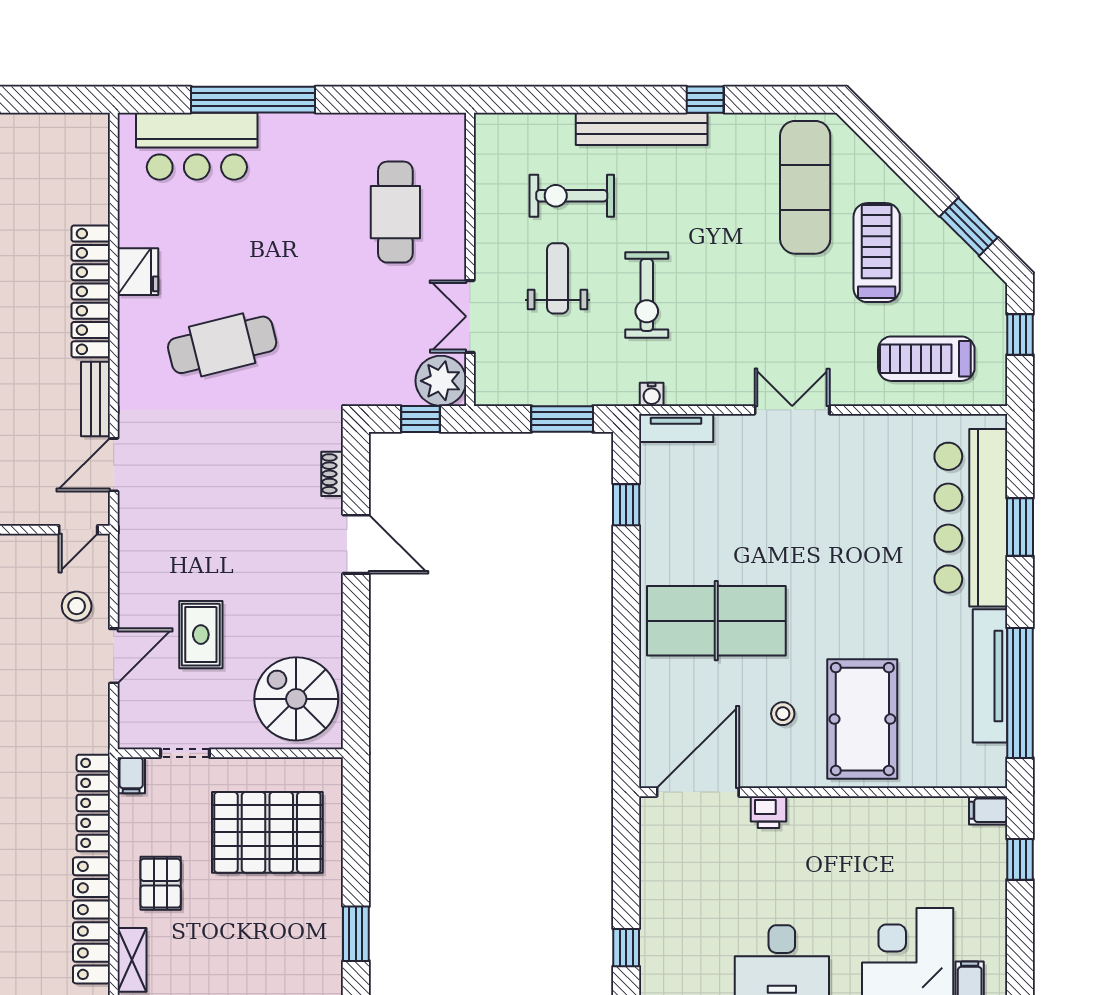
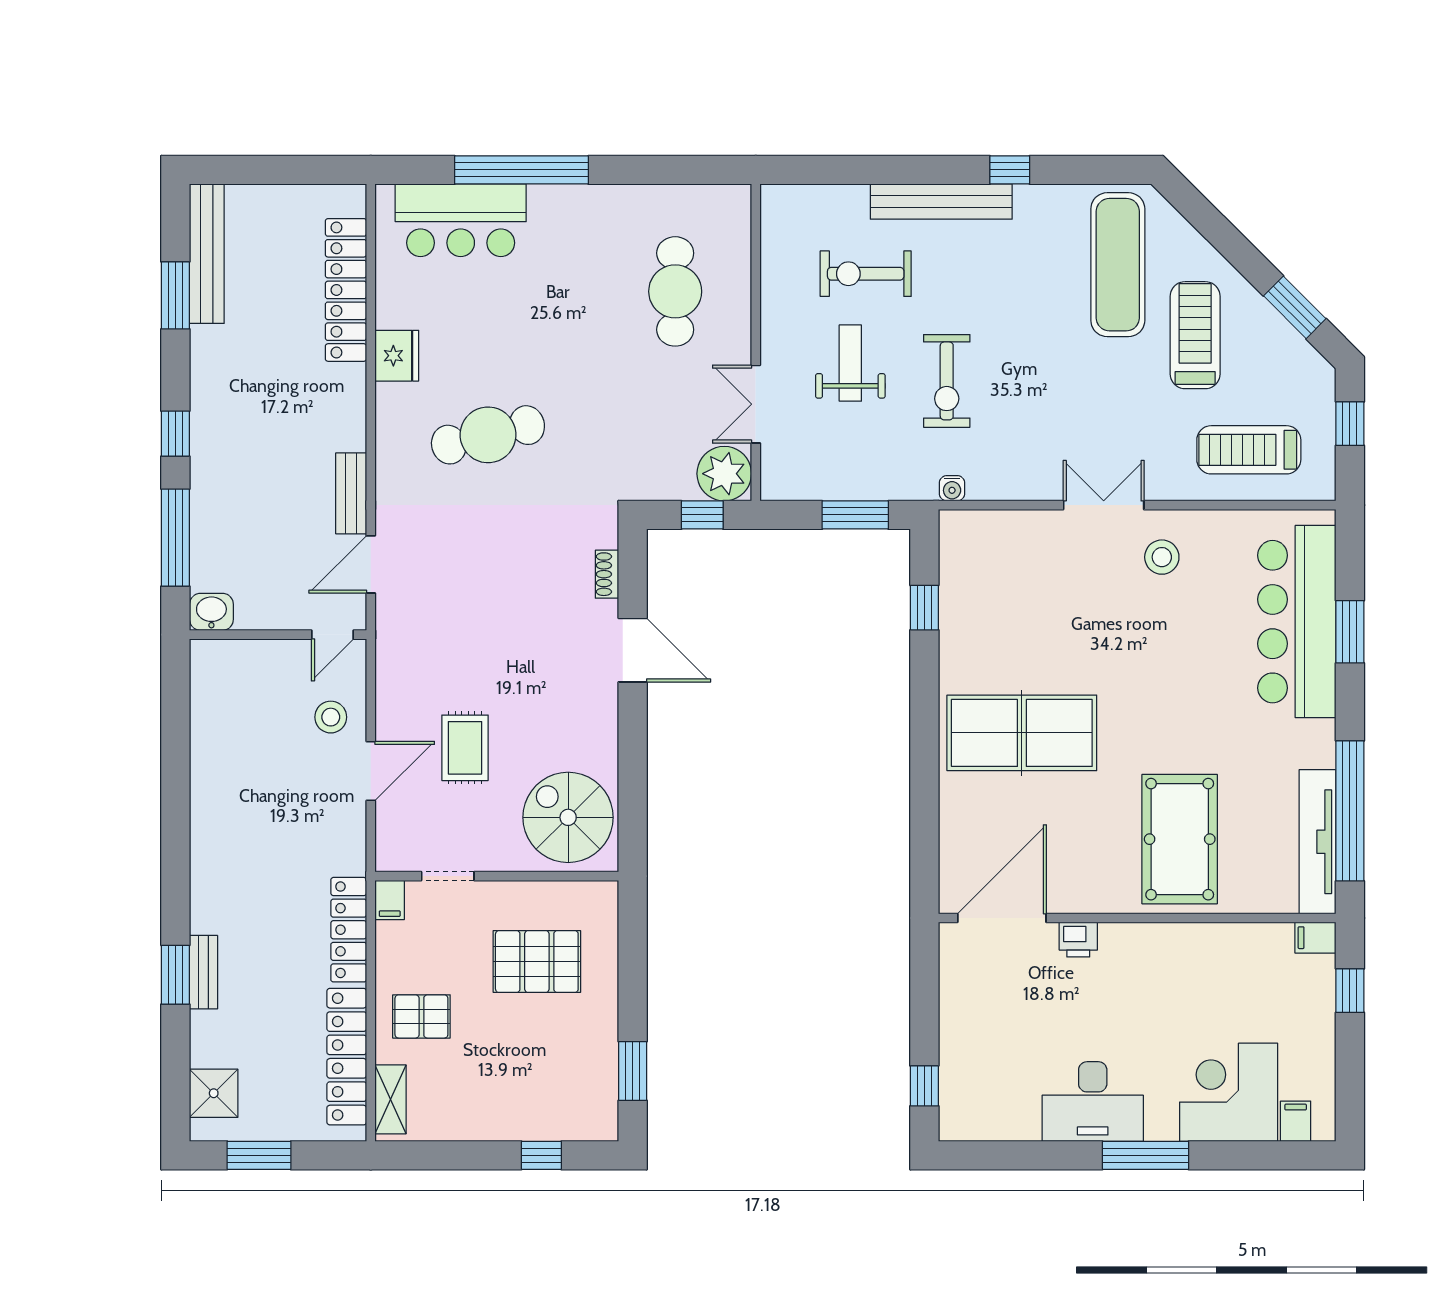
locker: (91, 291) -> (346, 290), moved
tv unit: (676, 428) -> (978, 525), removed
tv unit: (990, 676) -> (1317, 842), moved
stool: (783, 714) -> (1162, 557), moved, width x1.37, depth x1.37
pallet: (267, 832) -> (537, 962), width x0.73, depth x0.71
pallet: (161, 883) -> (421, 1016), turned 90

